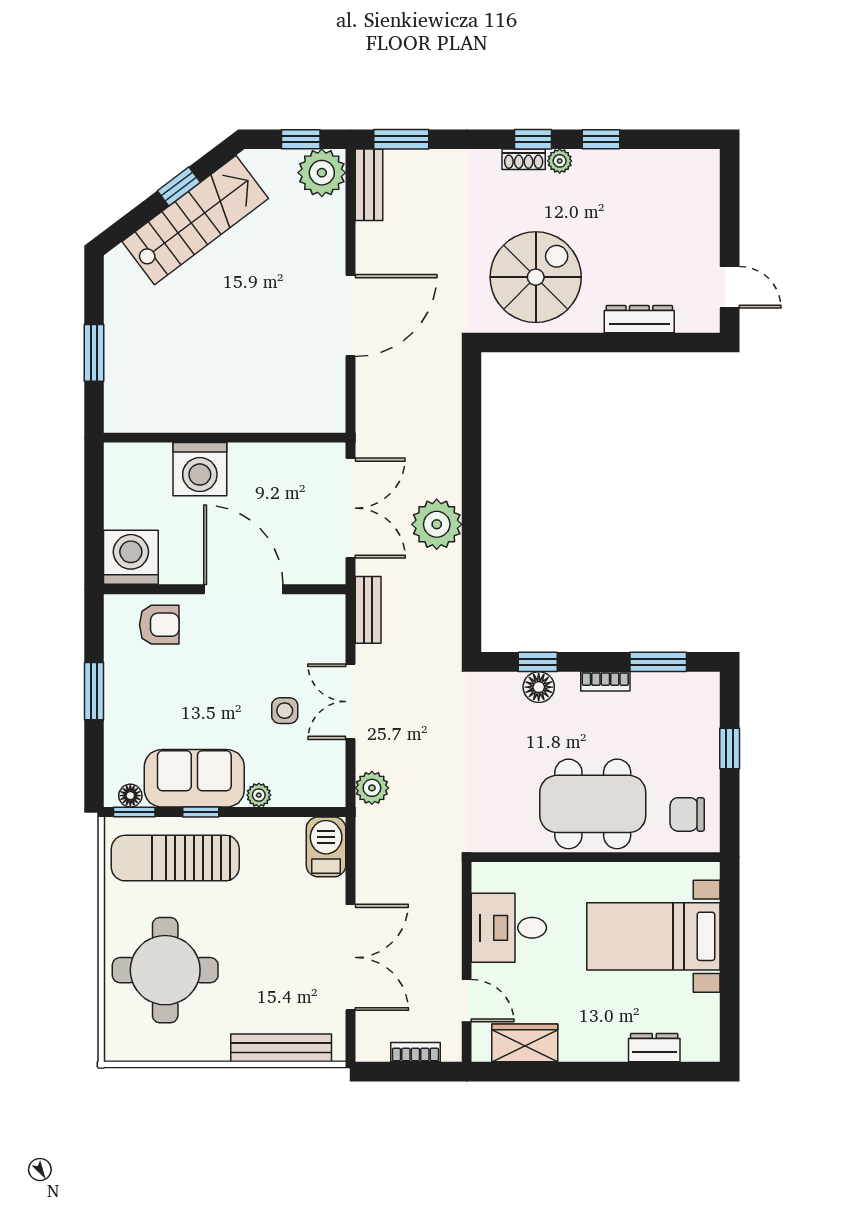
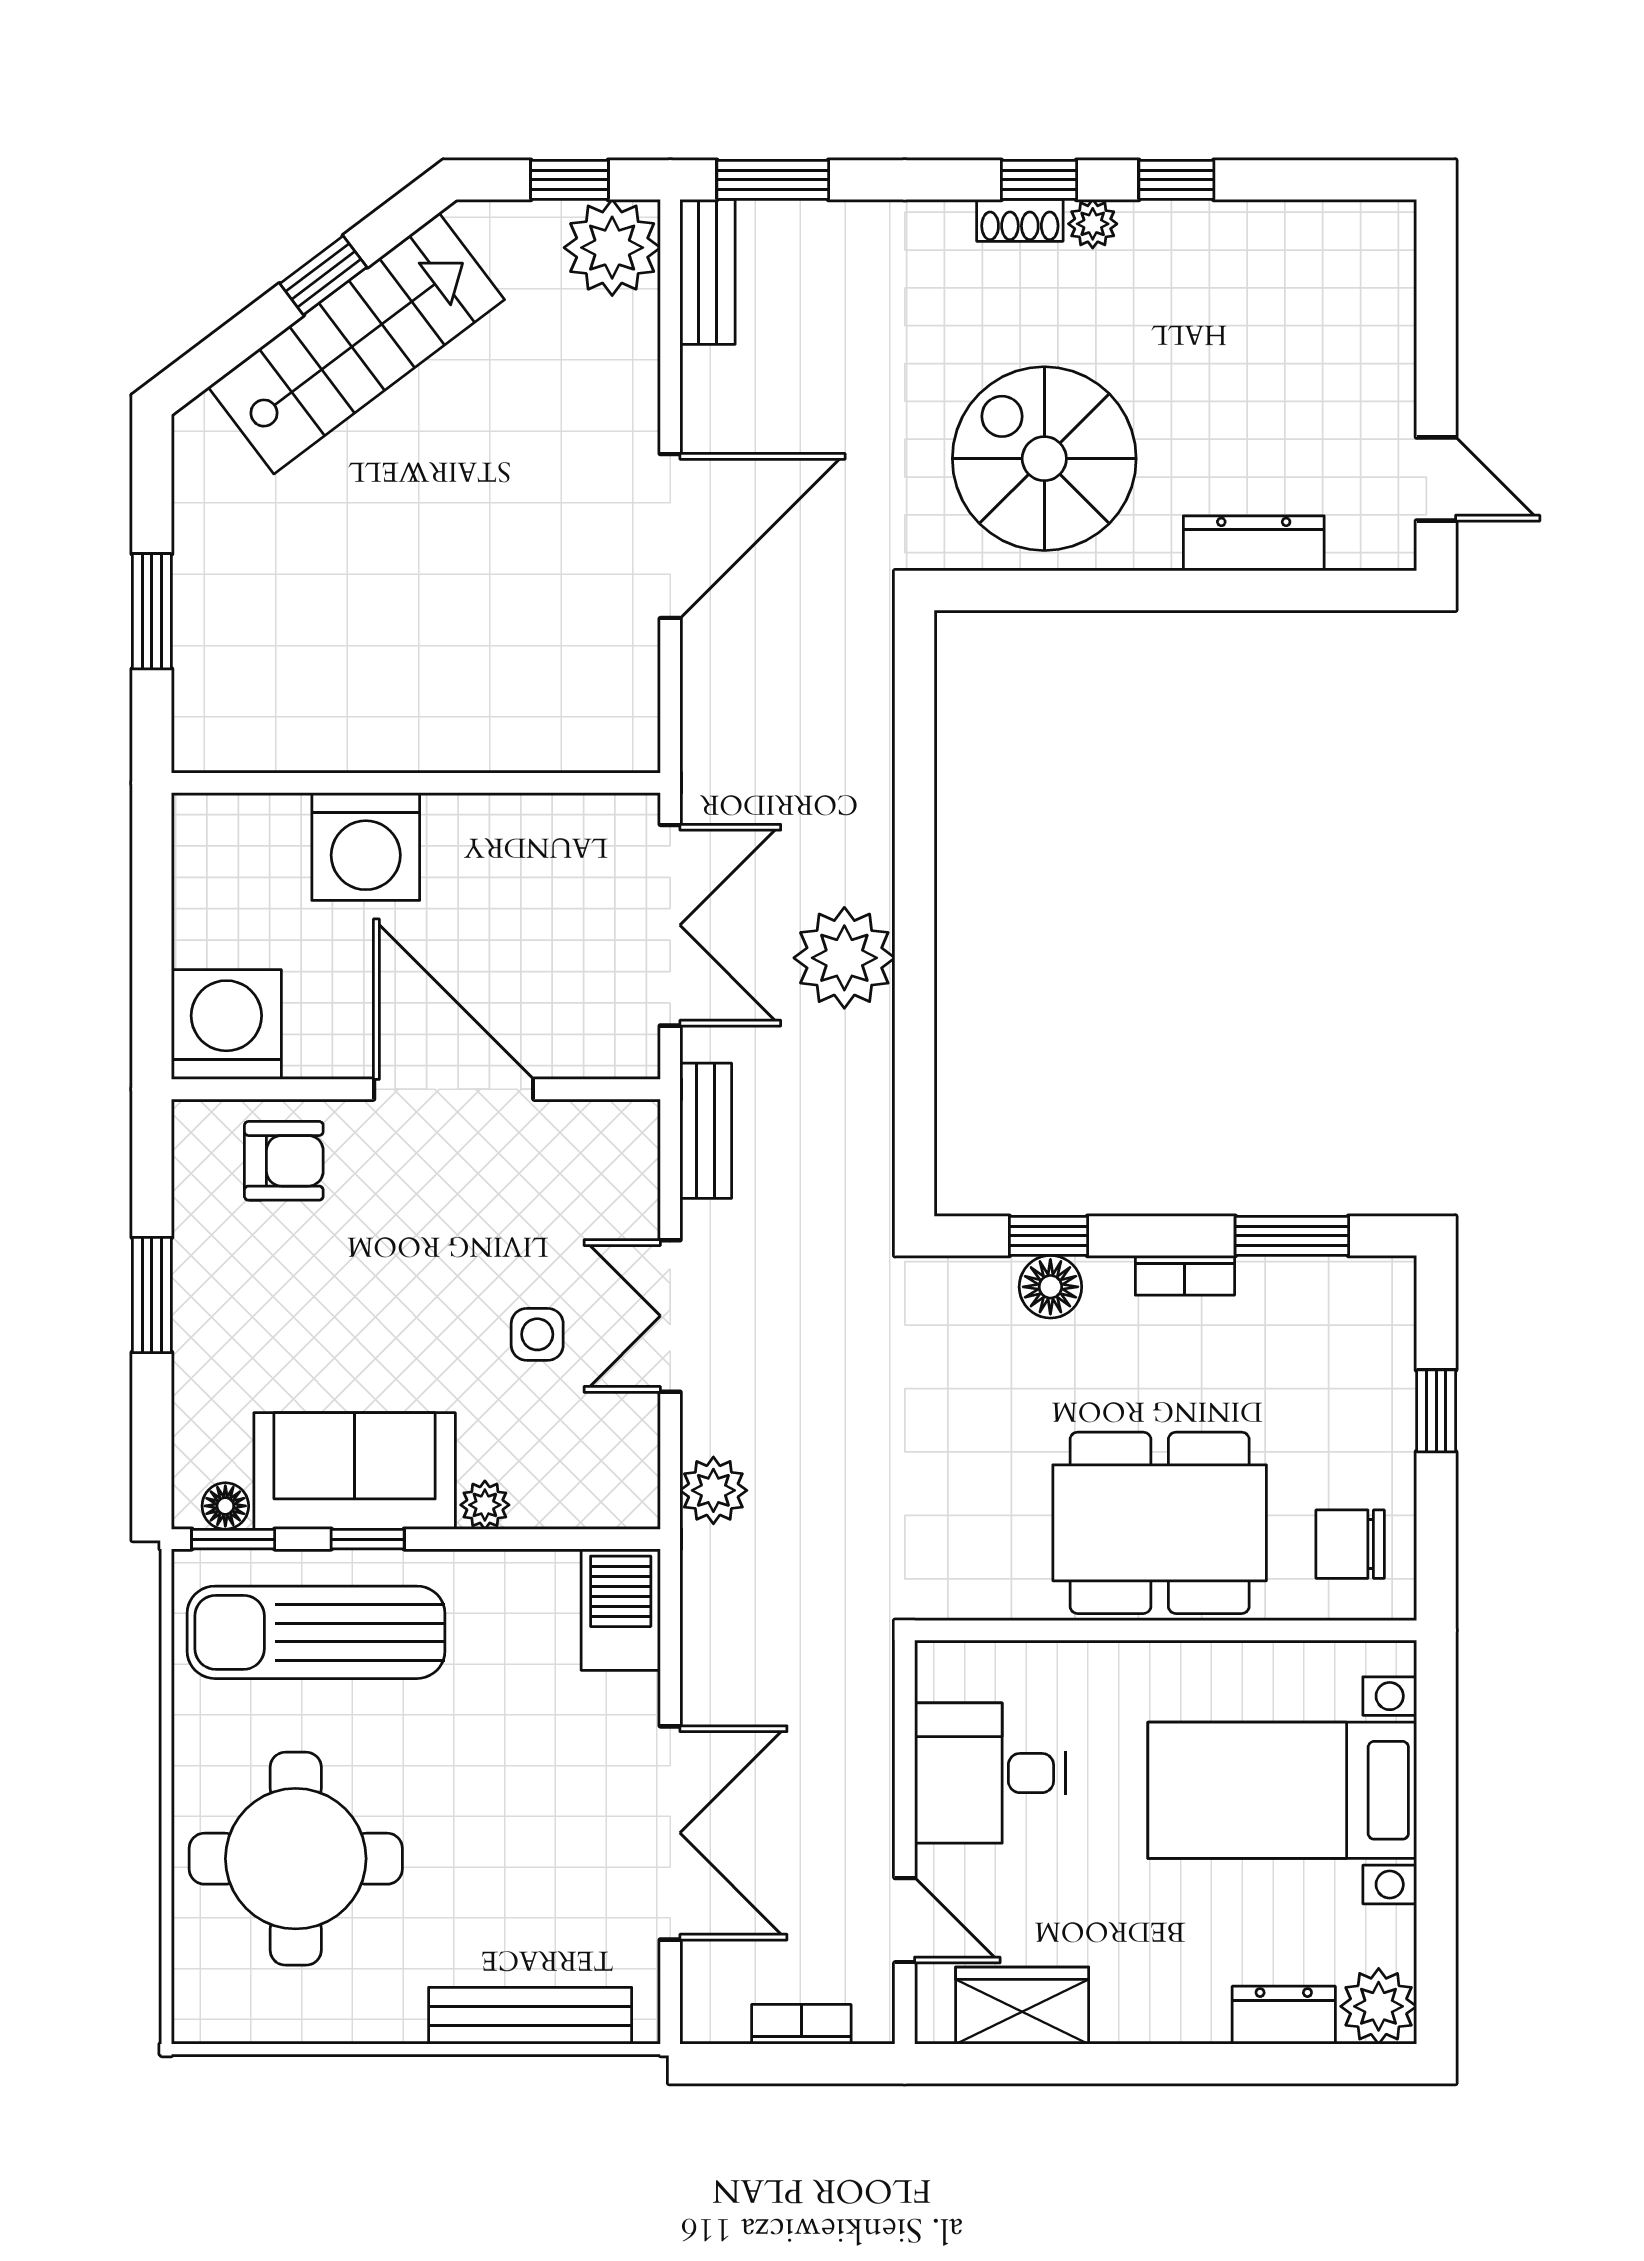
spiral stairs: (536, 277) -> (1044, 459), turned -90
plant: (701, 1043) -> (1379, 2006), added

